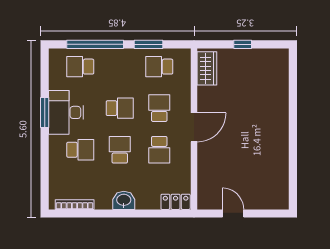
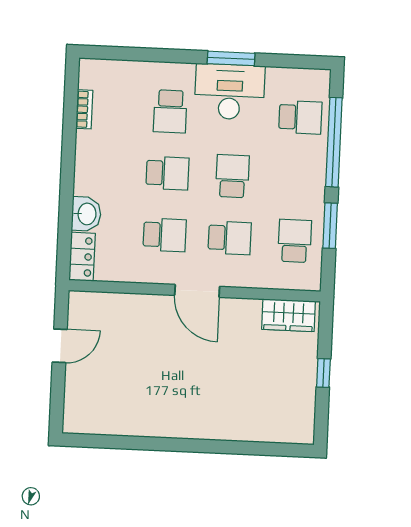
school desk: (80, 67) -> (300, 117), turned 90
school desk: (120, 108) -> (232, 176), turned 180
school desk: (159, 150) -> (165, 235), turned 180
washbasin: (124, 200) -> (86, 214), moved
bookcase: (75, 205) -> (84, 109), width x0.64

